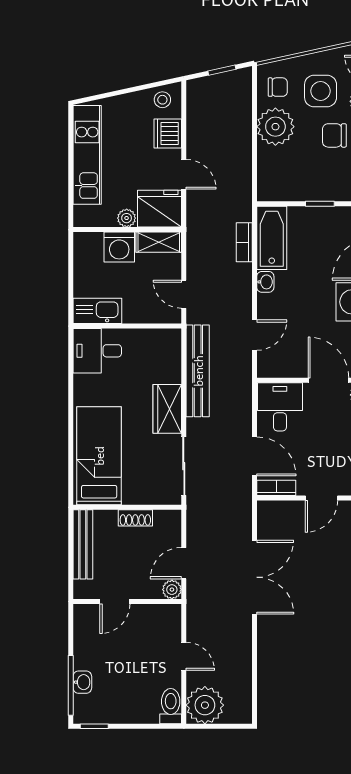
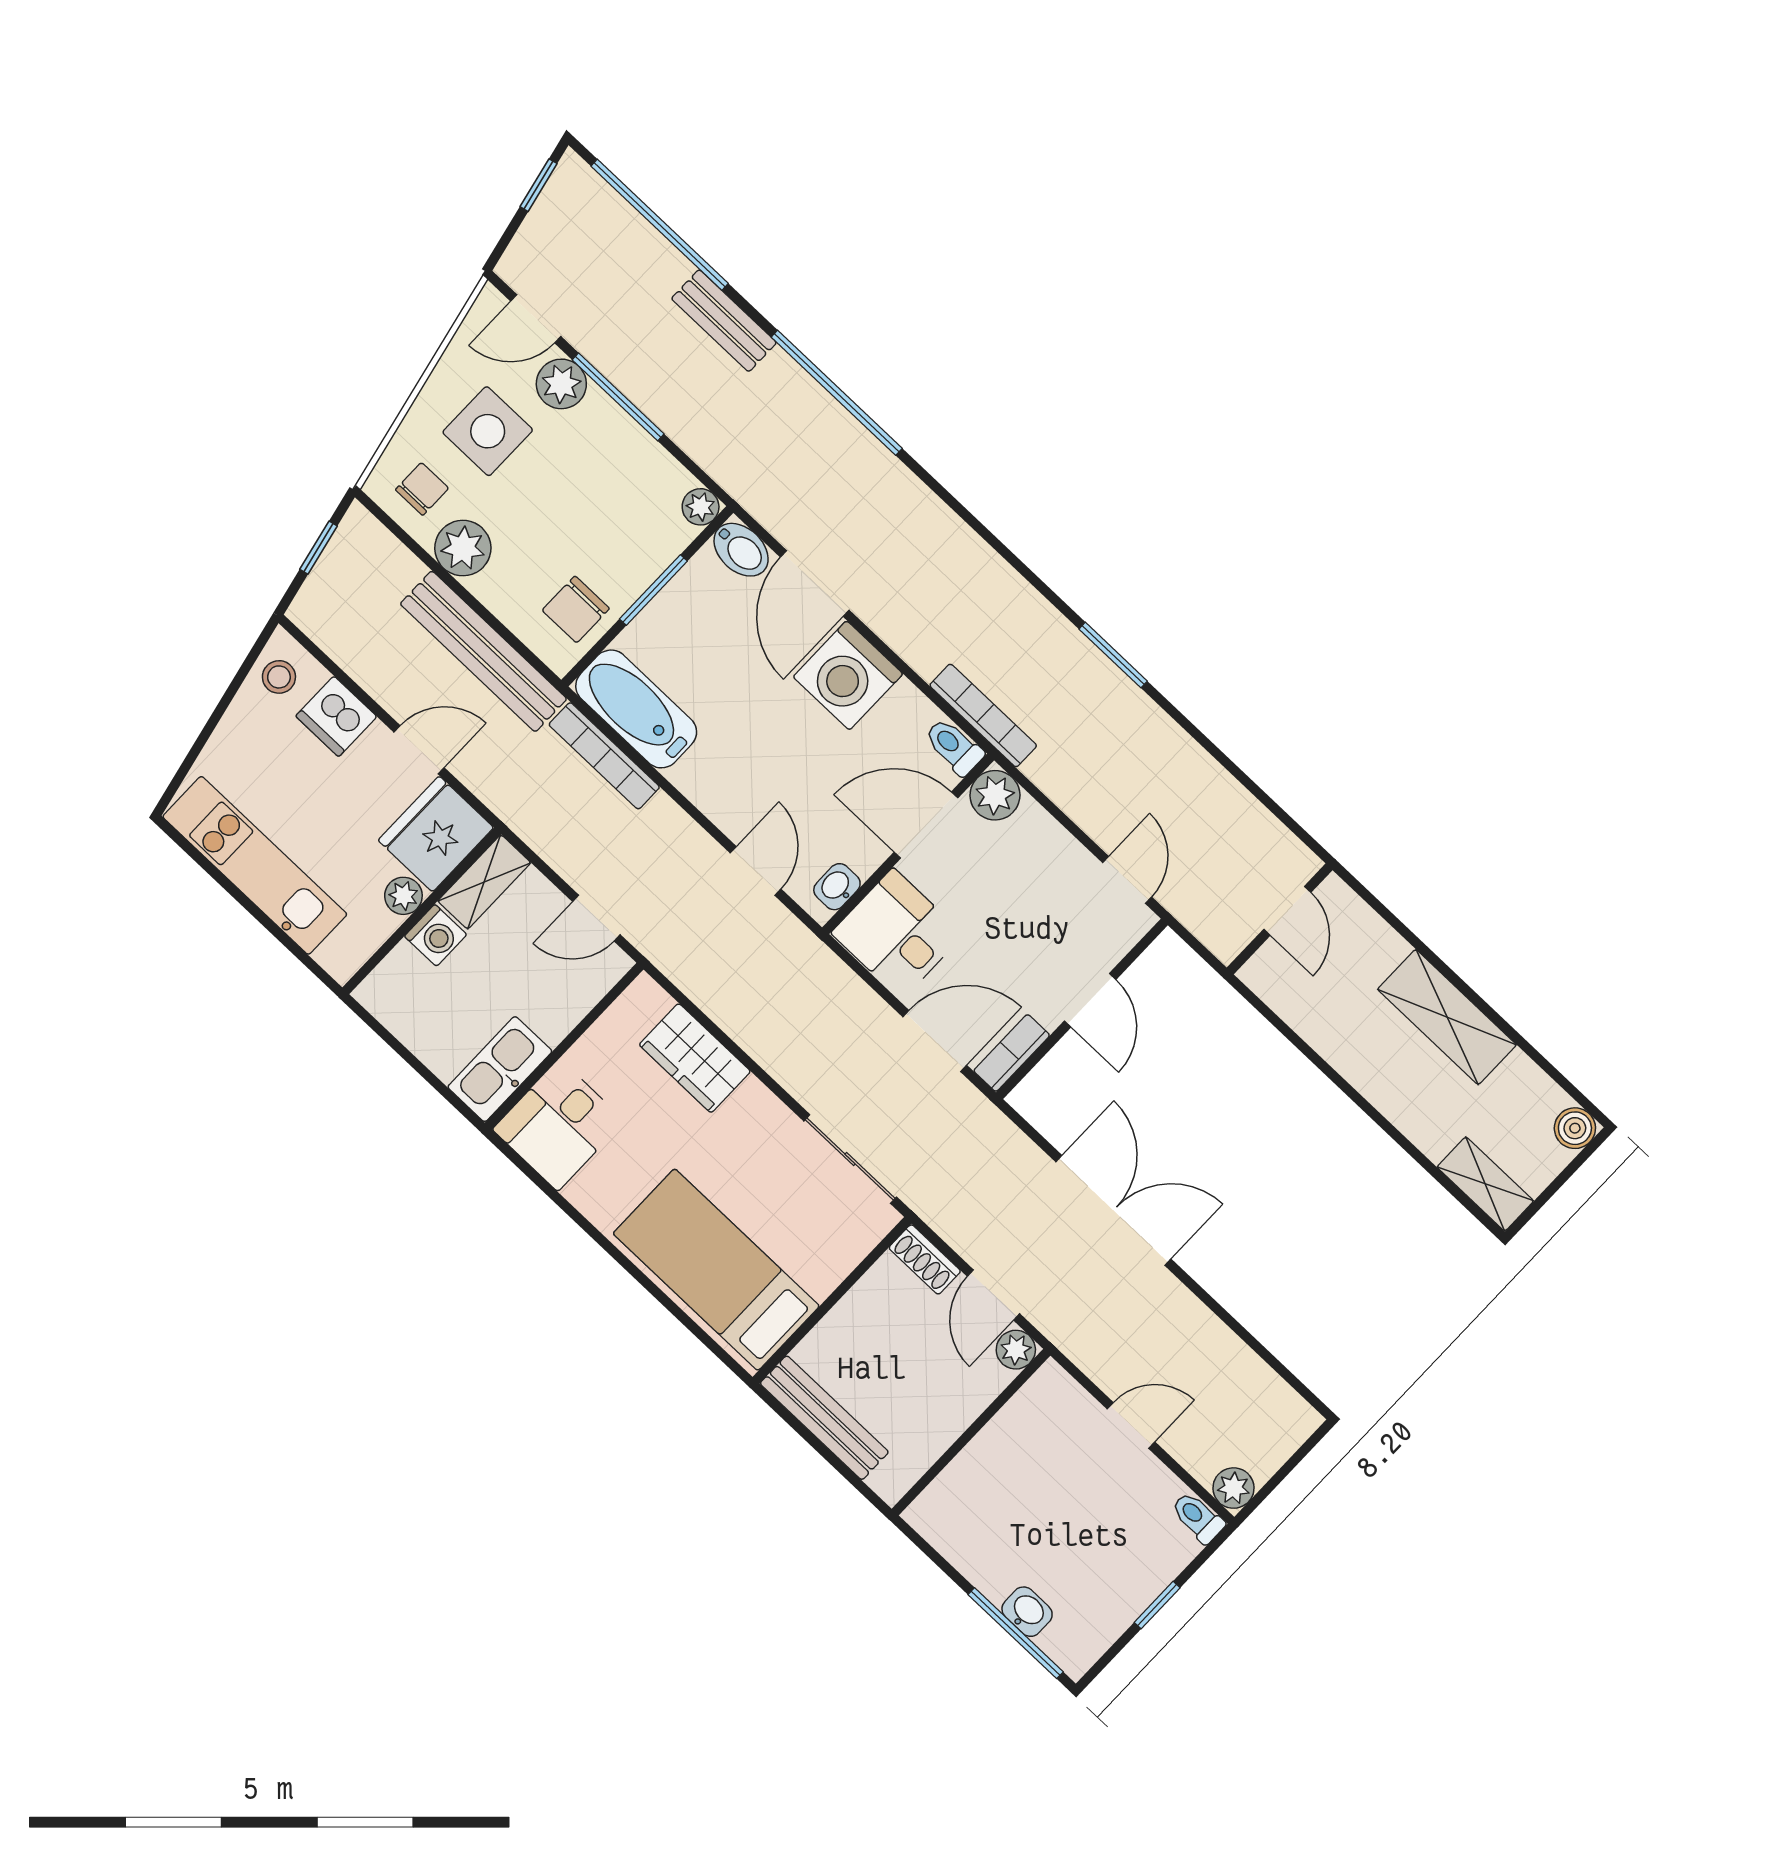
plant: (275, 127) -> (463, 548), width x0.73, depth x0.73
chair: (334, 135) -> (576, 609), moved
window: (320, 204) -> (653, 590), width x1.50
bookcase: (244, 242) -> (604, 756), width x1.56
washing machine: (119, 247) -> (436, 935), width x0.73, depth x0.73
washbasin: (265, 282) -> (837, 887), moved, turned -90
bench: (198, 371) -> (483, 651), moved
wardrobe: (167, 409) -> (695, 1058), moved
shoe rack: (135, 518) -> (925, 1259), moved, turned 90
door: (115, 601) -> (954, 1451), removed
plant: (205, 705) -> (1234, 1488), width x0.53, depth x0.53
toilet: (171, 706) -> (1198, 1517), width x0.73, depth x0.72
window: (94, 726) -> (1157, 1605), moved

